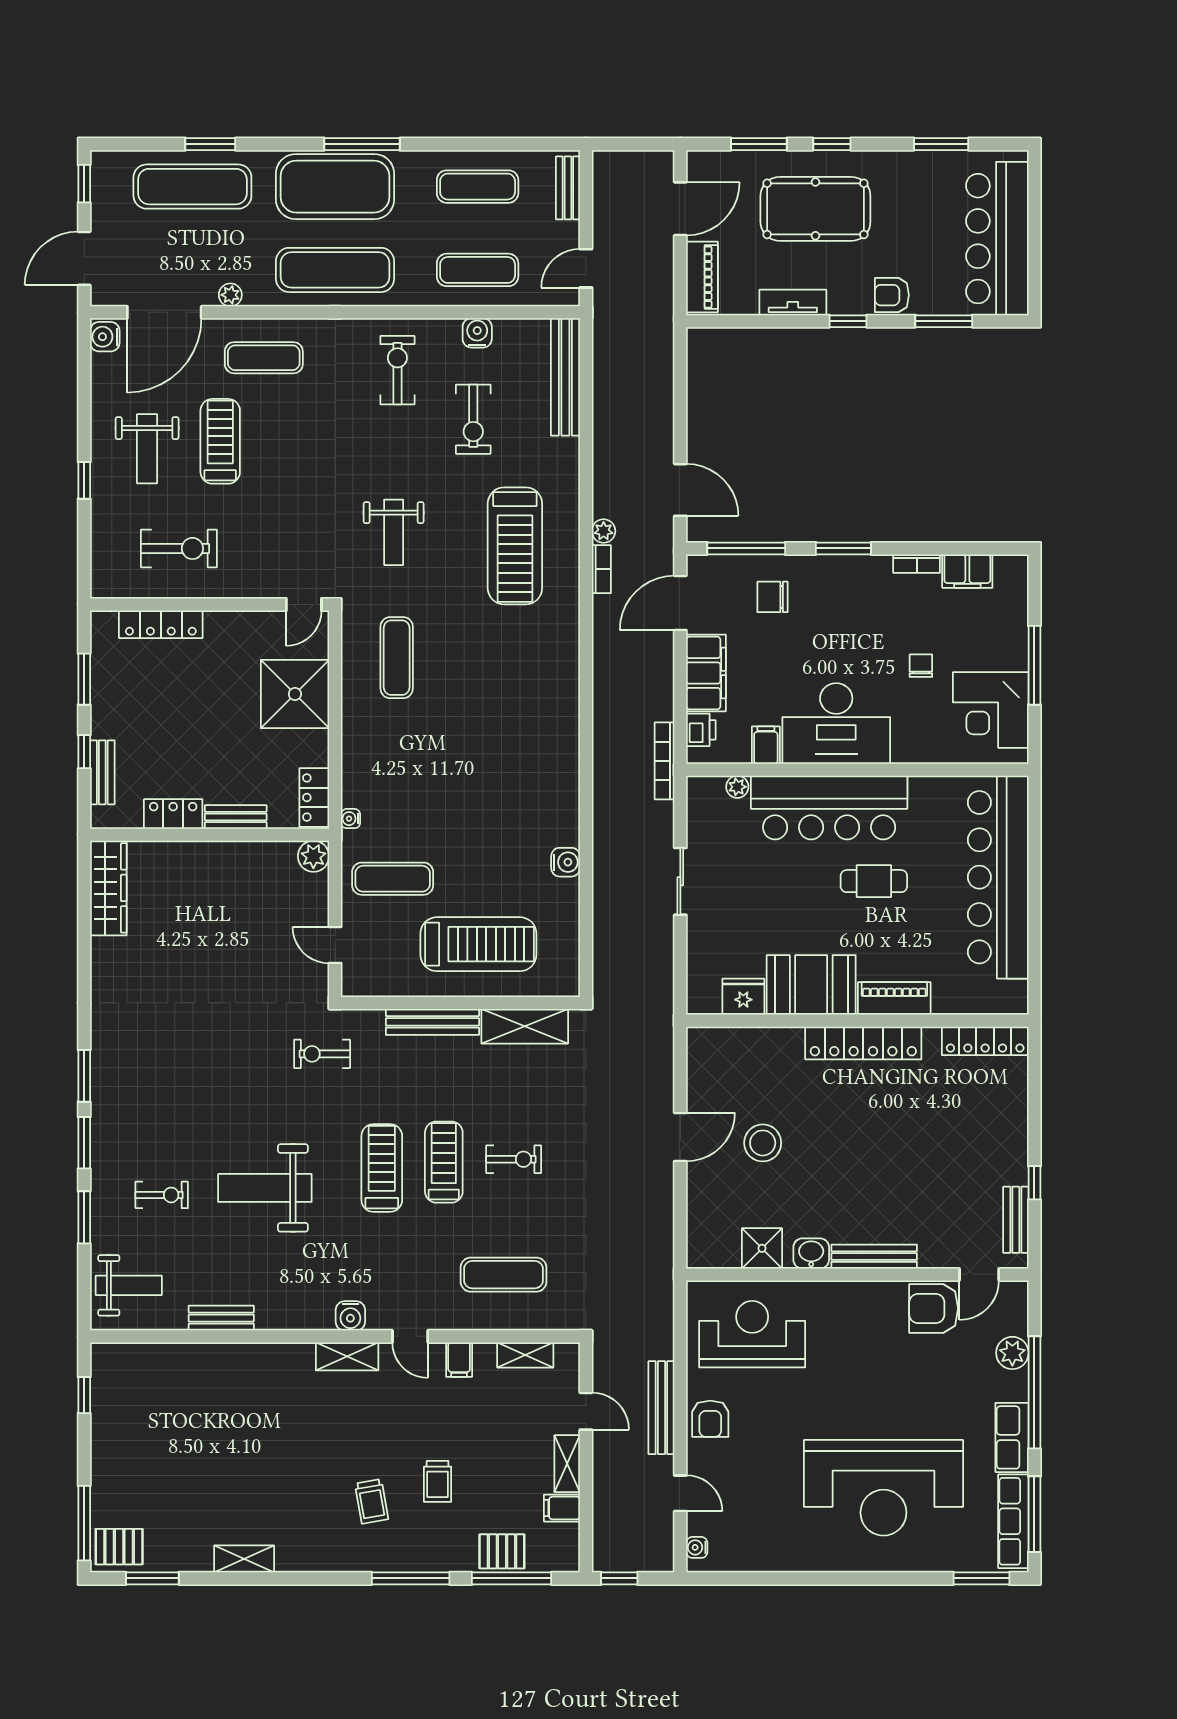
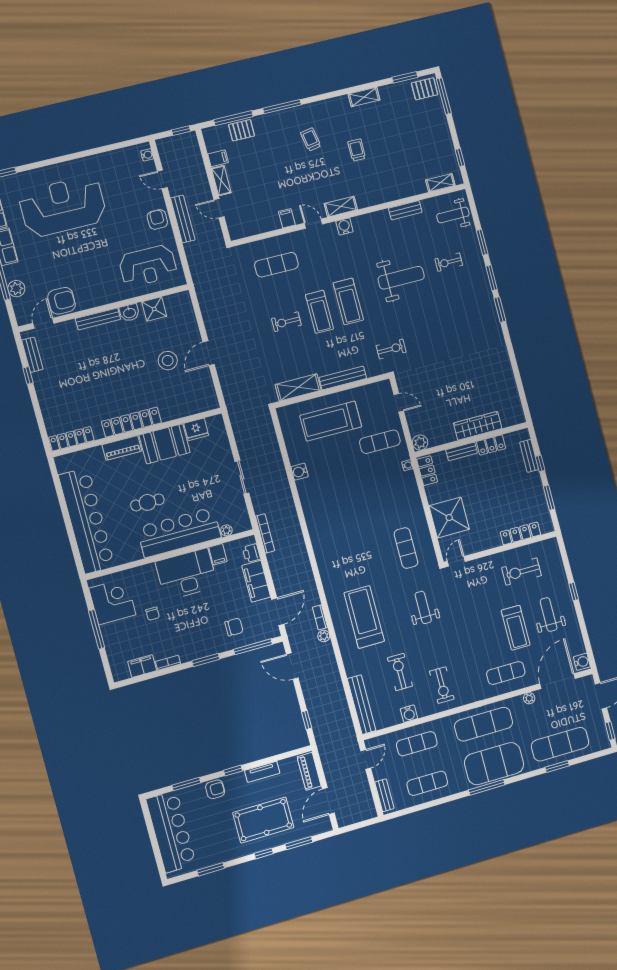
window: (680, 378) -> (307, 720), added
wardrobe: (108, 888) -> (478, 426), moved, turned 90
shelving: (525, 1355) -> (440, 183), moved
trolley: (438, 1481) -> (357, 150), moved

